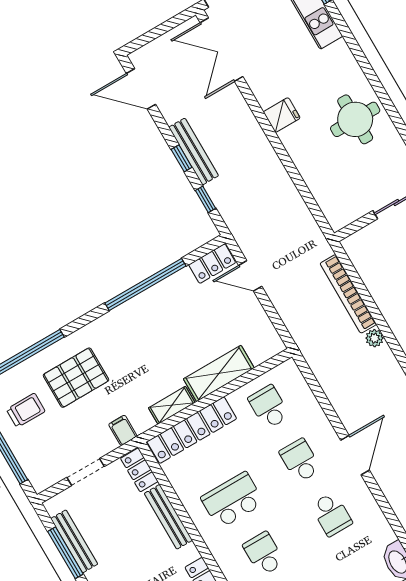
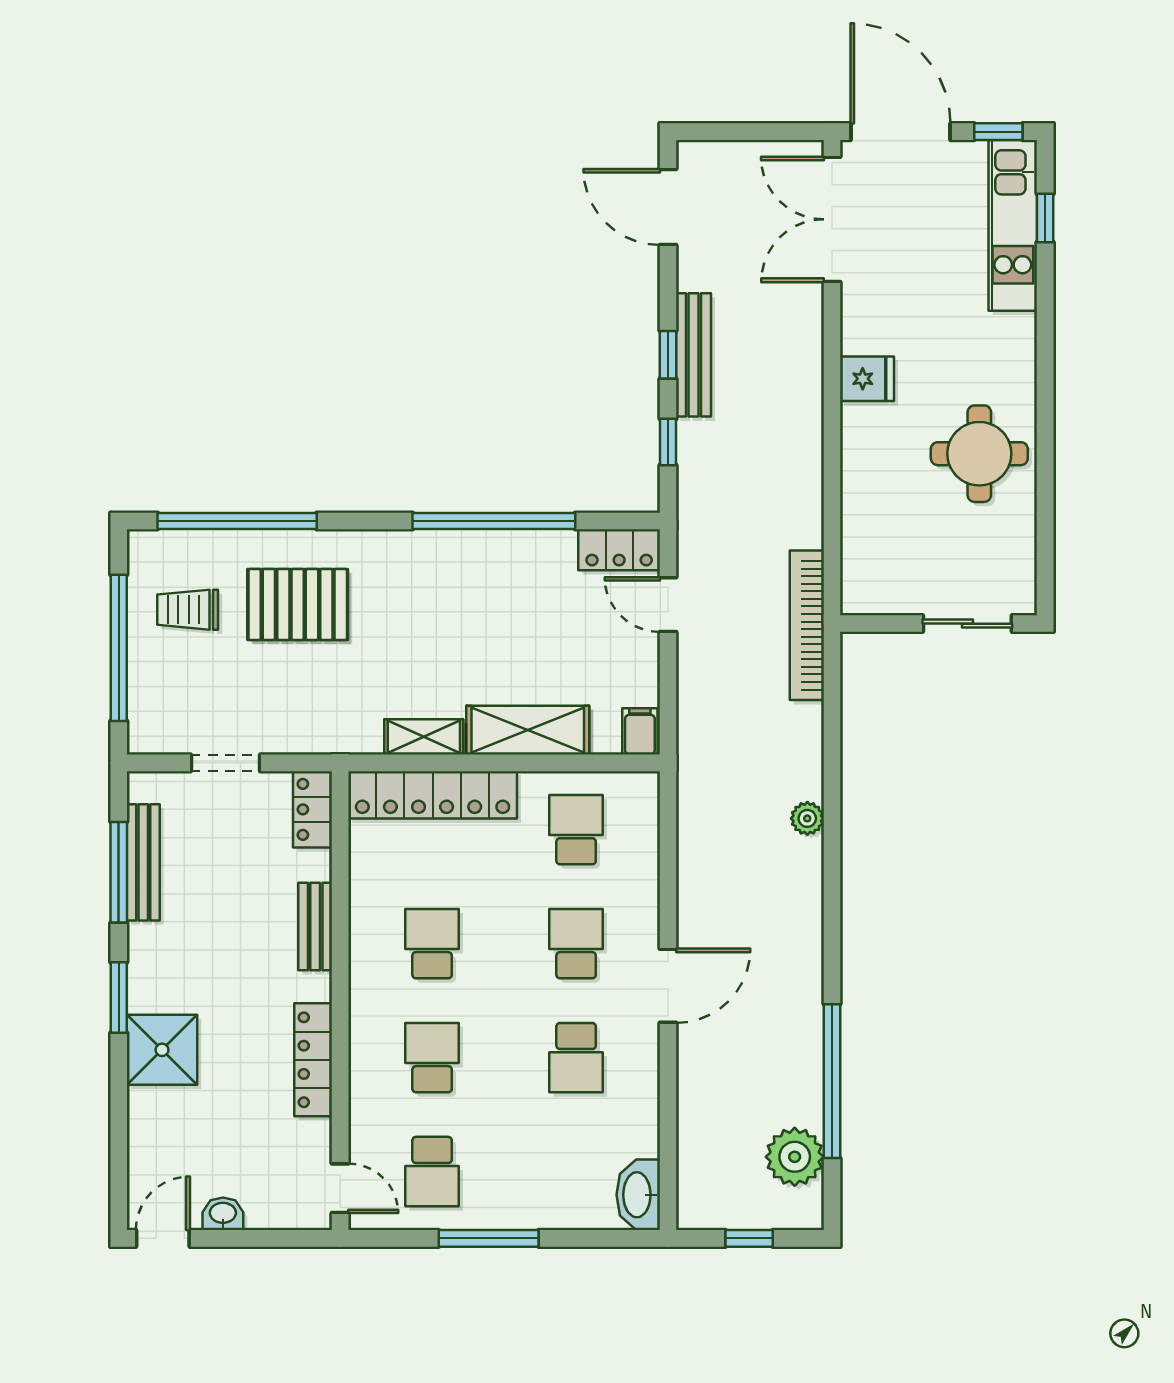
bookcase: (348, 294) -> (807, 625), moved
trolley: (26, 410) -> (188, 610), turned 180
filing cabinet: (123, 430) -> (640, 731), moved
school desk: (232, 500) -> (432, 944), width x0.54
bench: (168, 517) -> (315, 926), width x0.73

